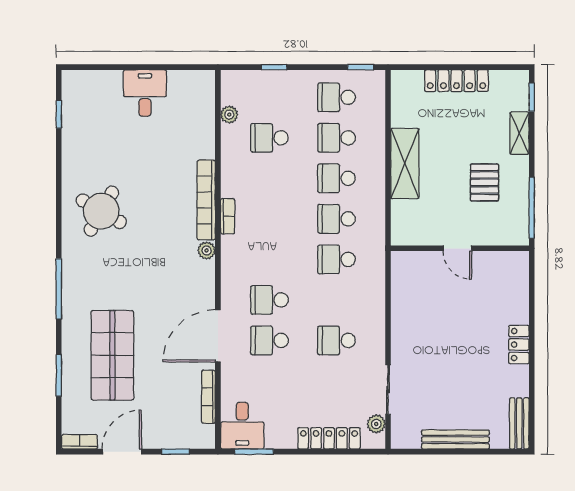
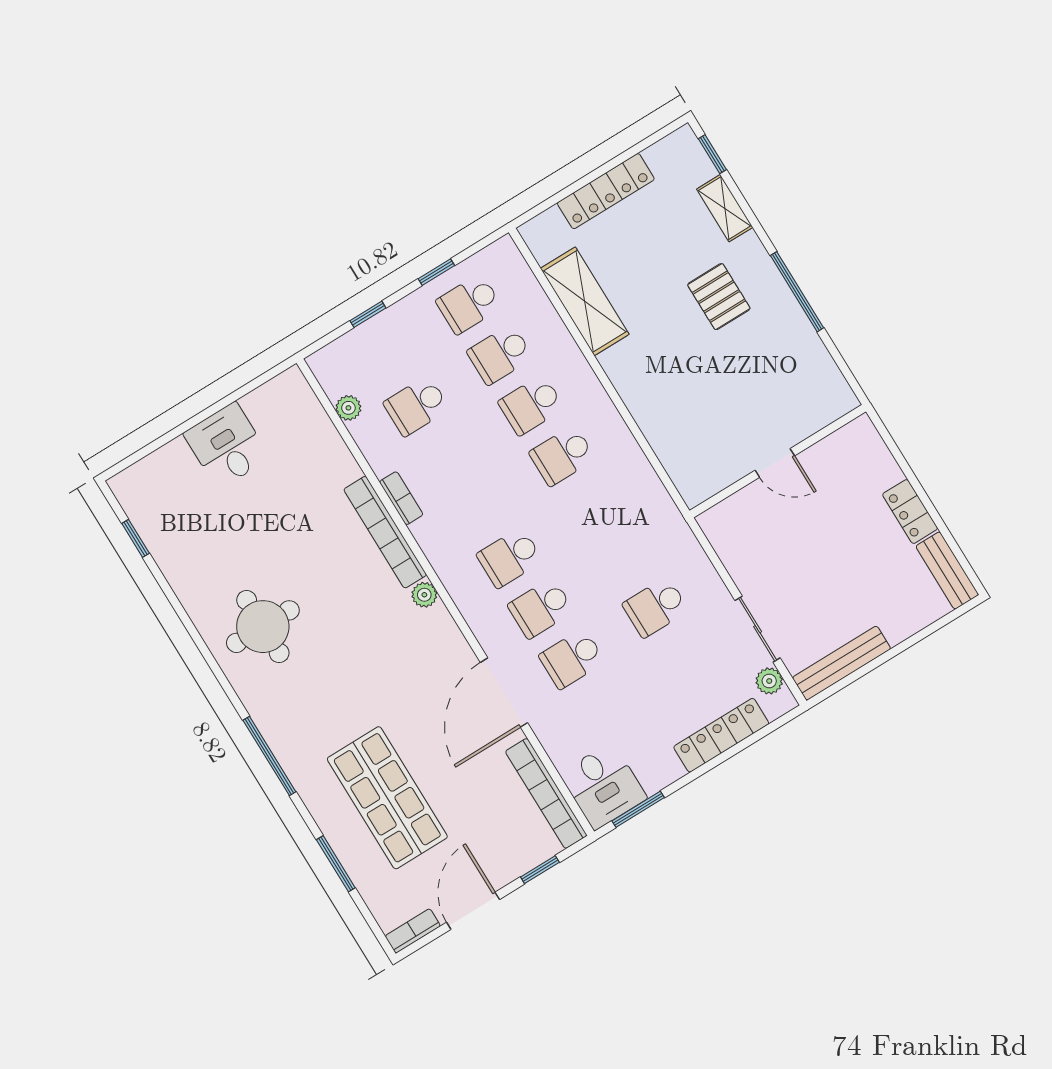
window: (361, 67) -> (436, 272), moved
shelving: (405, 163) -> (585, 301), moved
round table: (101, 211) -> (263, 627), turned -30
bookcase: (228, 216) -> (401, 498), moved
door: (457, 248) -> (775, 463), moved
wall: (460, 248) -> (778, 461), moved
school desk: (336, 259) -> (510, 558), moved
locker: (519, 345) -> (910, 511), moved
bookcase: (208, 397) -> (546, 793), width x1.48, depth x1.31
bench: (455, 439) -> (842, 663), moved

